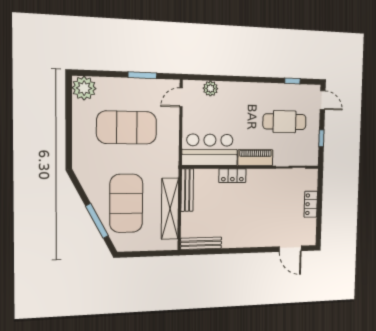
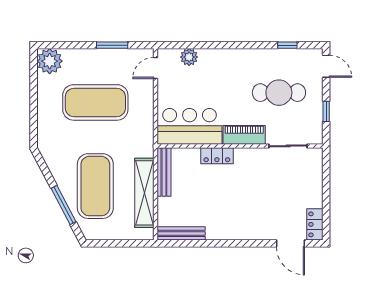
locker: (311, 204) -> (315, 224), moved

